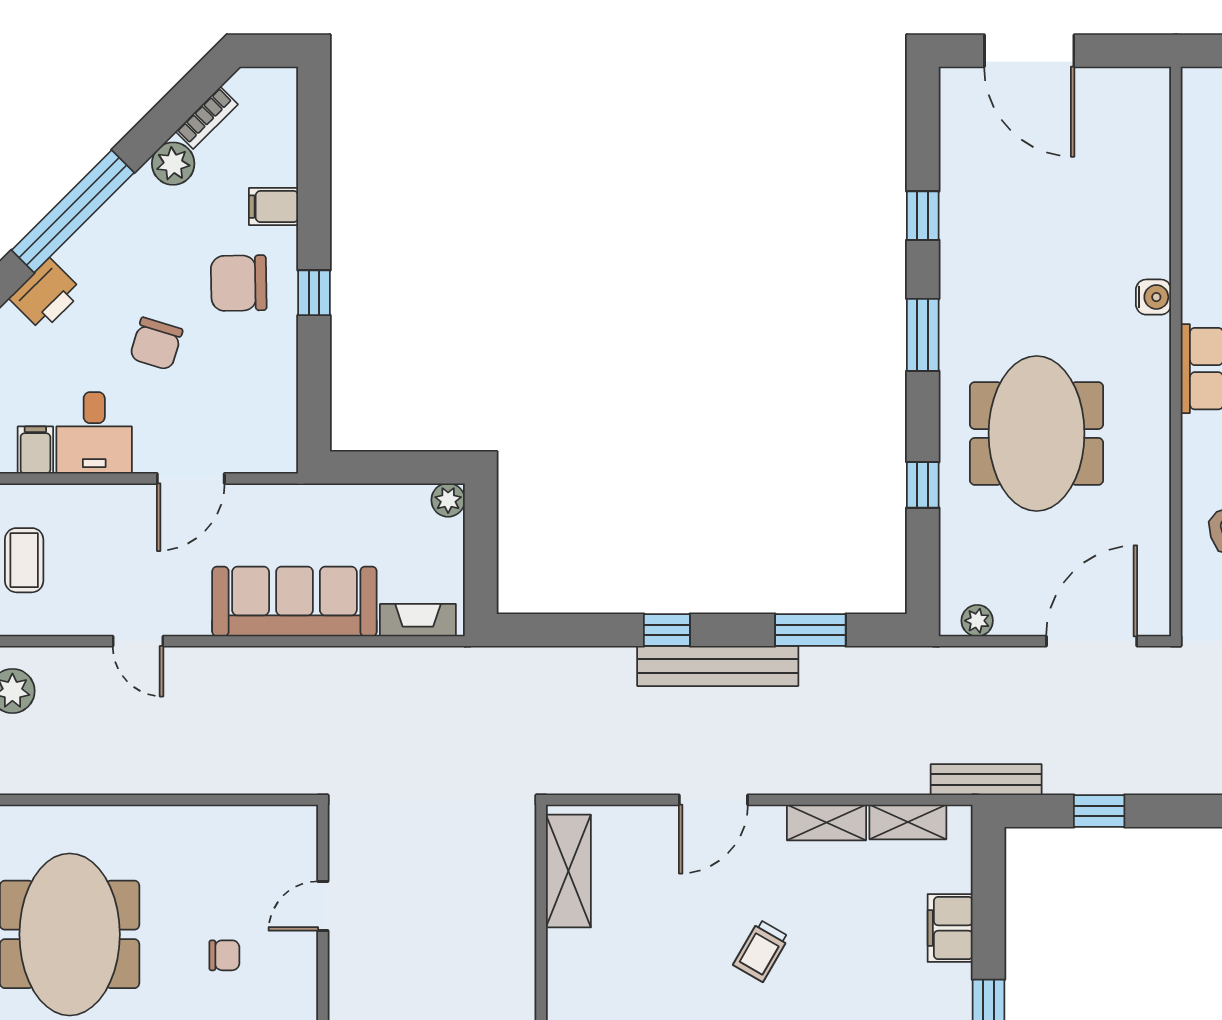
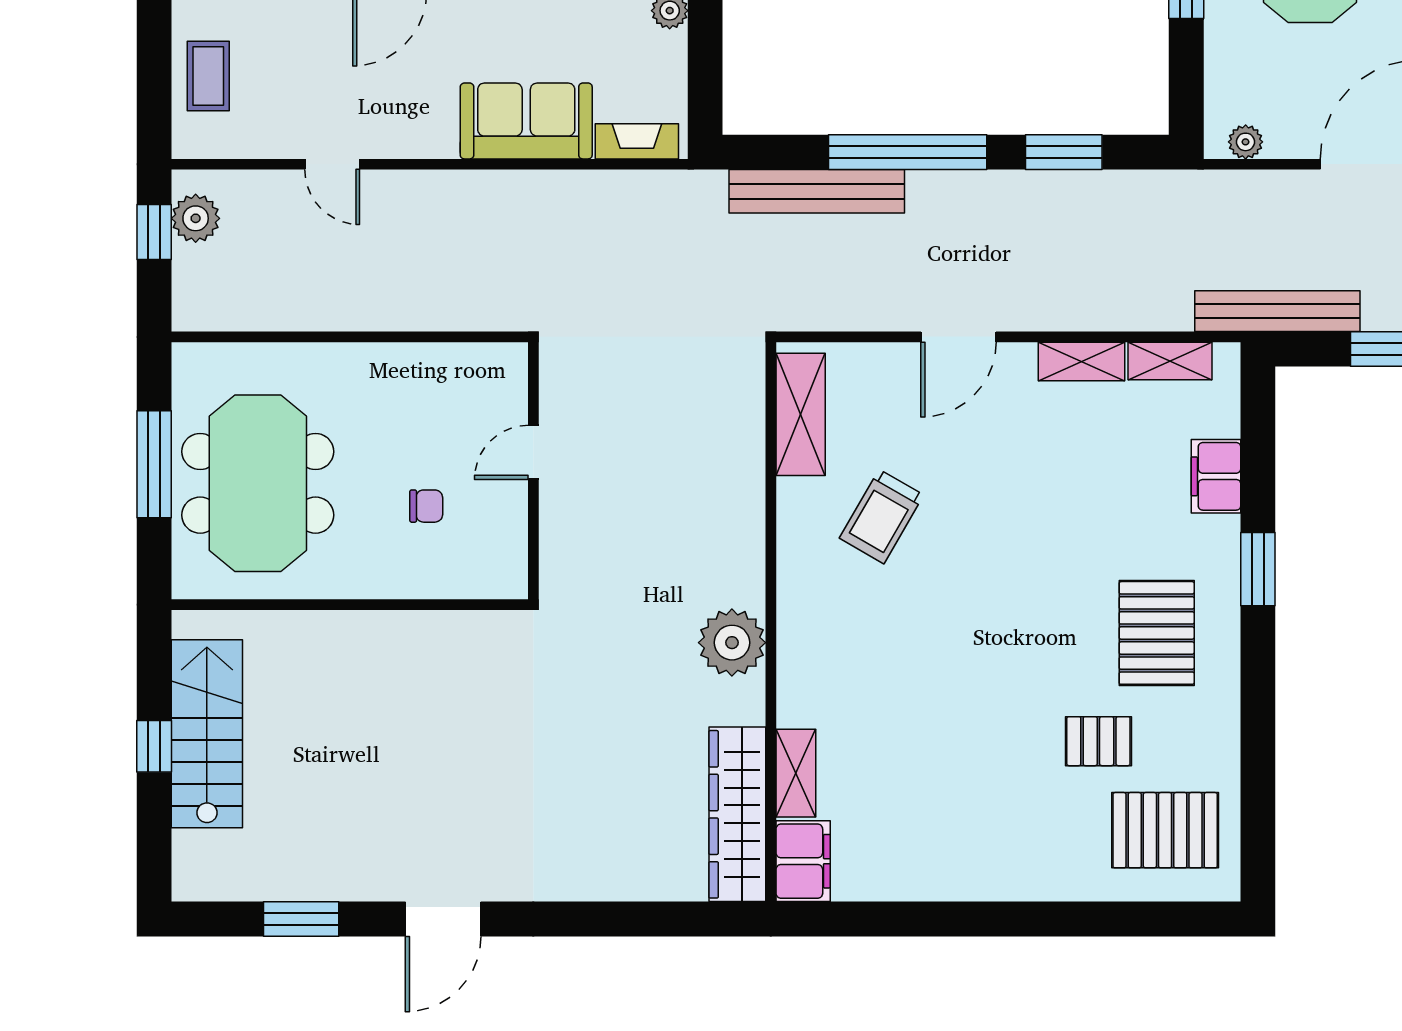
sofa: (294, 601) -> (526, 121), width x0.73
window: (667, 630) -> (908, 152), width x3.17
bench: (718, 666) -> (817, 191), moved
bench: (986, 780) -> (1277, 311), width x1.37, depth x1.21
trolley: (761, 951) -> (882, 516), moved, width x1.36, depth x1.39

